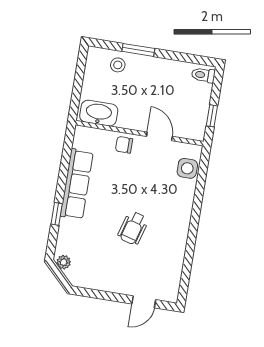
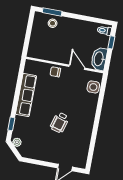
window: (138, 50) -> (52, 12), moved
washbasin: (99, 113) -> (99, 59), moved, turned -90
window: (212, 116) -> (111, 42), moved
window: (57, 214) -> (11, 124), moved

